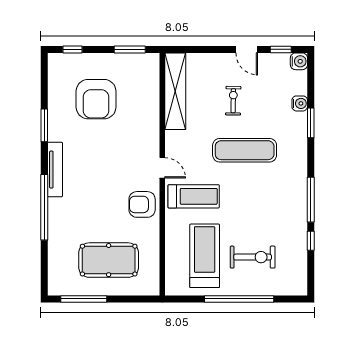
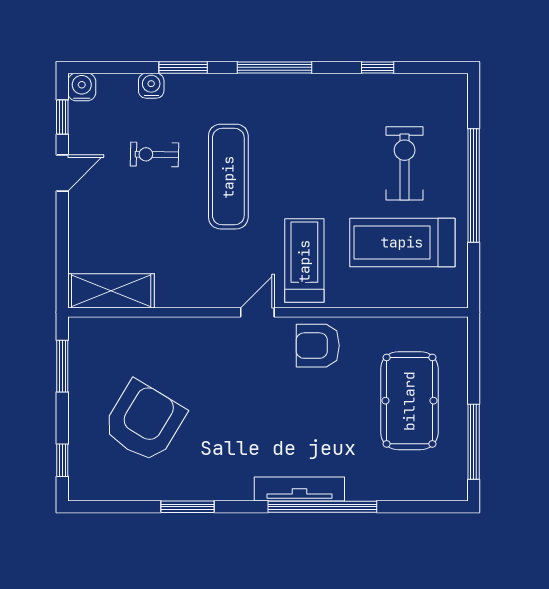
shelving: (175, 91) -> (111, 291), width x0.68
armchair: (96, 99) -> (144, 421), turned -59
exercise bike: (233, 101) -> (154, 154), moved
tv unit: (55, 170) -> (299, 489), moved
window: (311, 200) -> (274, 67), moved
armchair: (142, 204) -> (318, 346), turned 90

